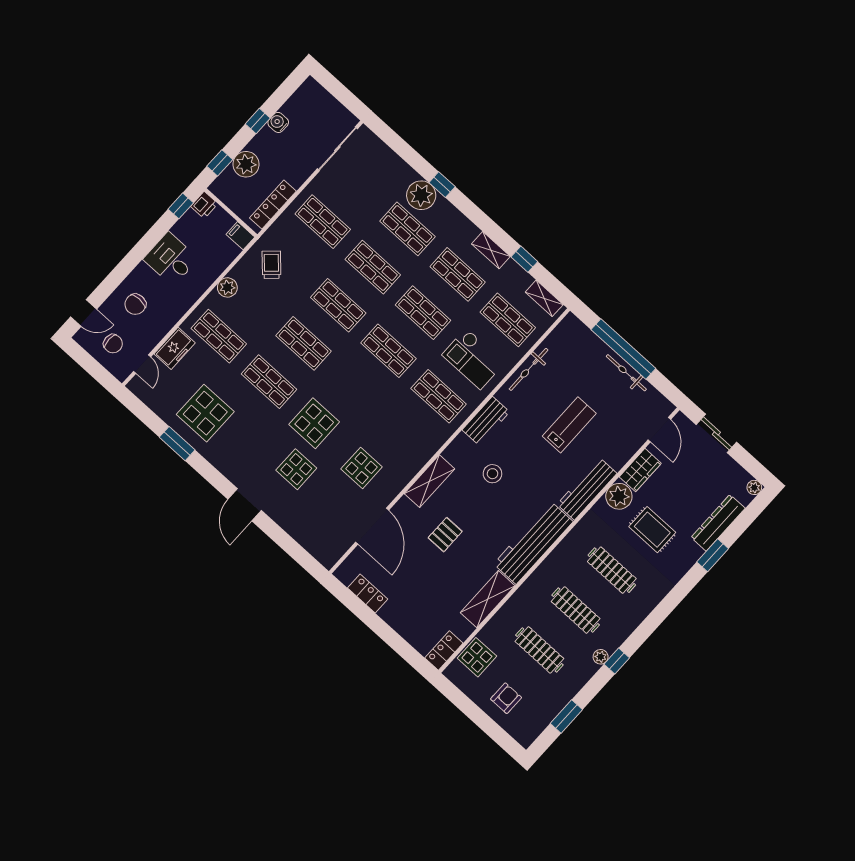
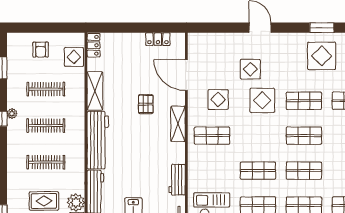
shop shelf: (439, 396) -> (212, 136), moved
stool: (492, 474) -> (150, 156), removed

